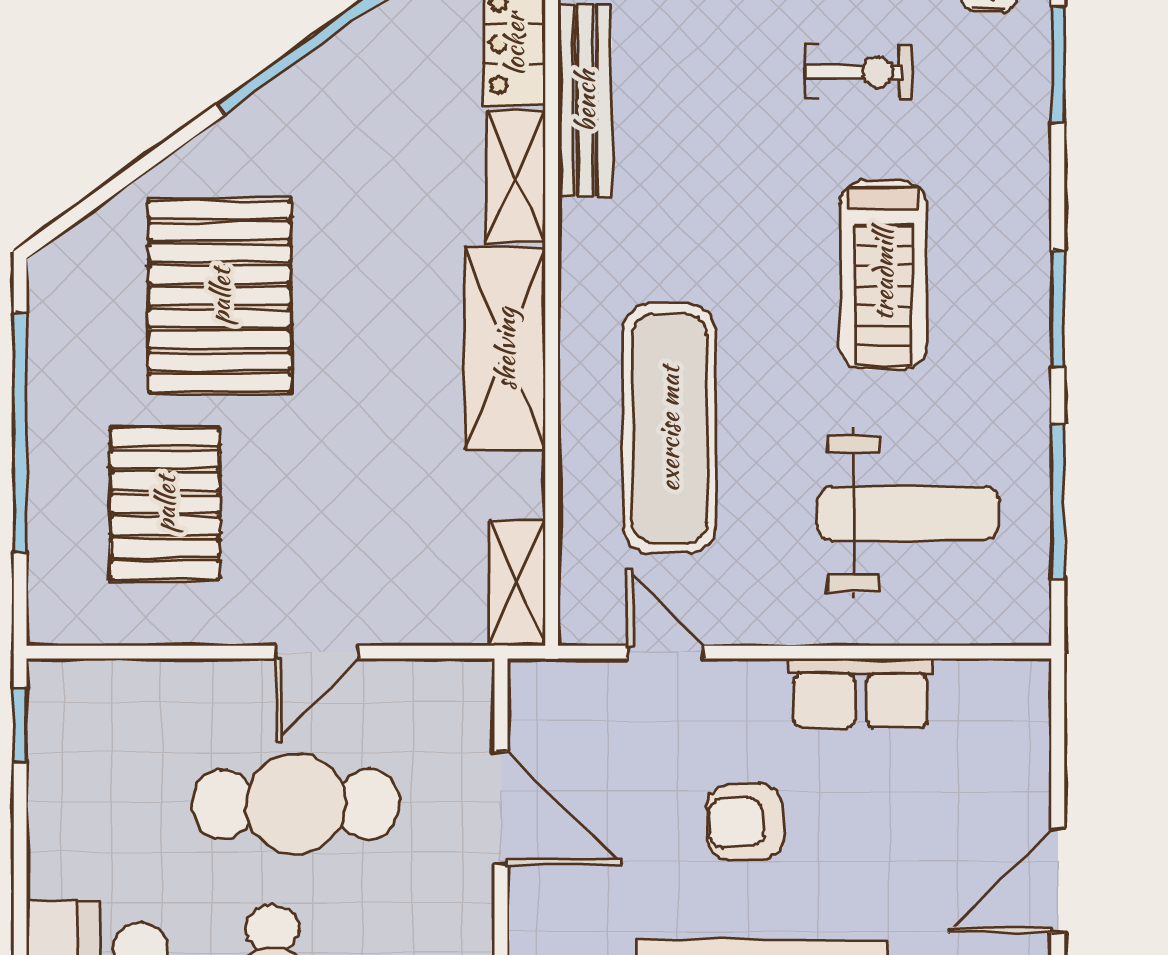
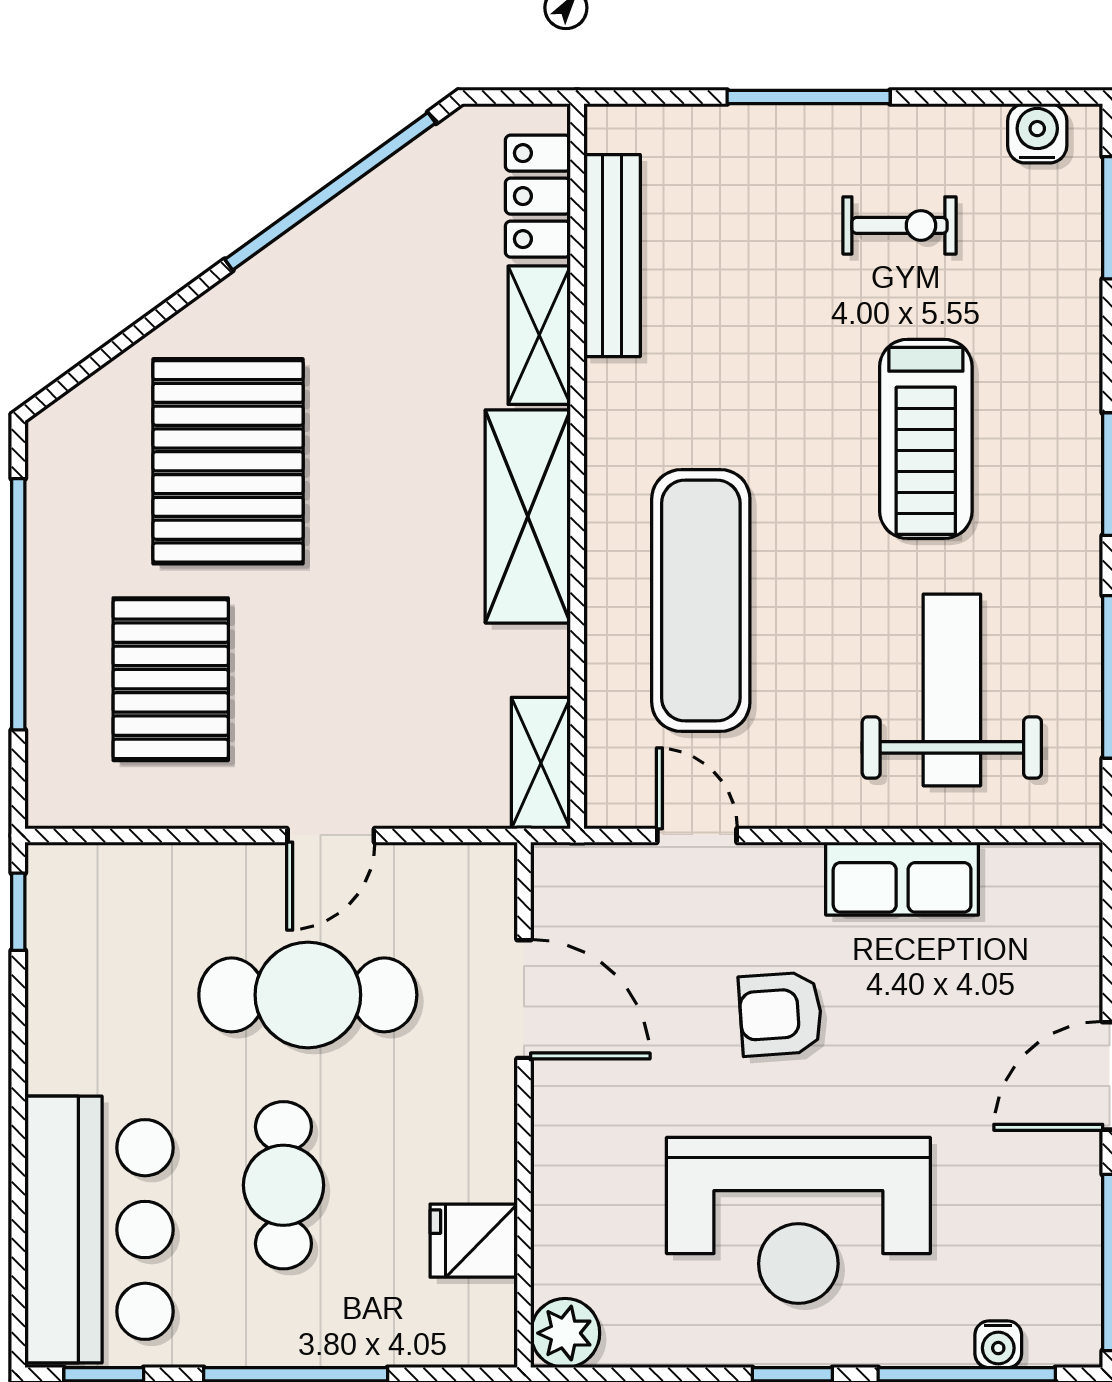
weight bench: (908, 514) -> (952, 690), turned -90

